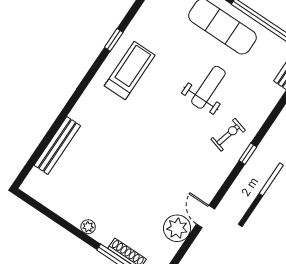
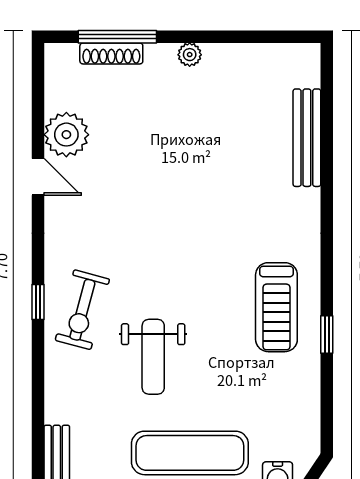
exercise bike: (228, 135) -> (82, 310), width x1.38, depth x1.39

